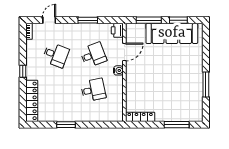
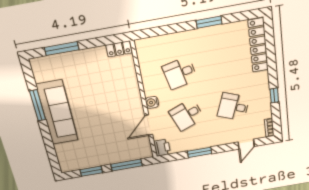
sofa: (172, 33) -> (57, 113), moved, turned 90
window: (23, 71) -> (274, 95), moved
locker: (140, 117) -> (119, 49), width x0.66

